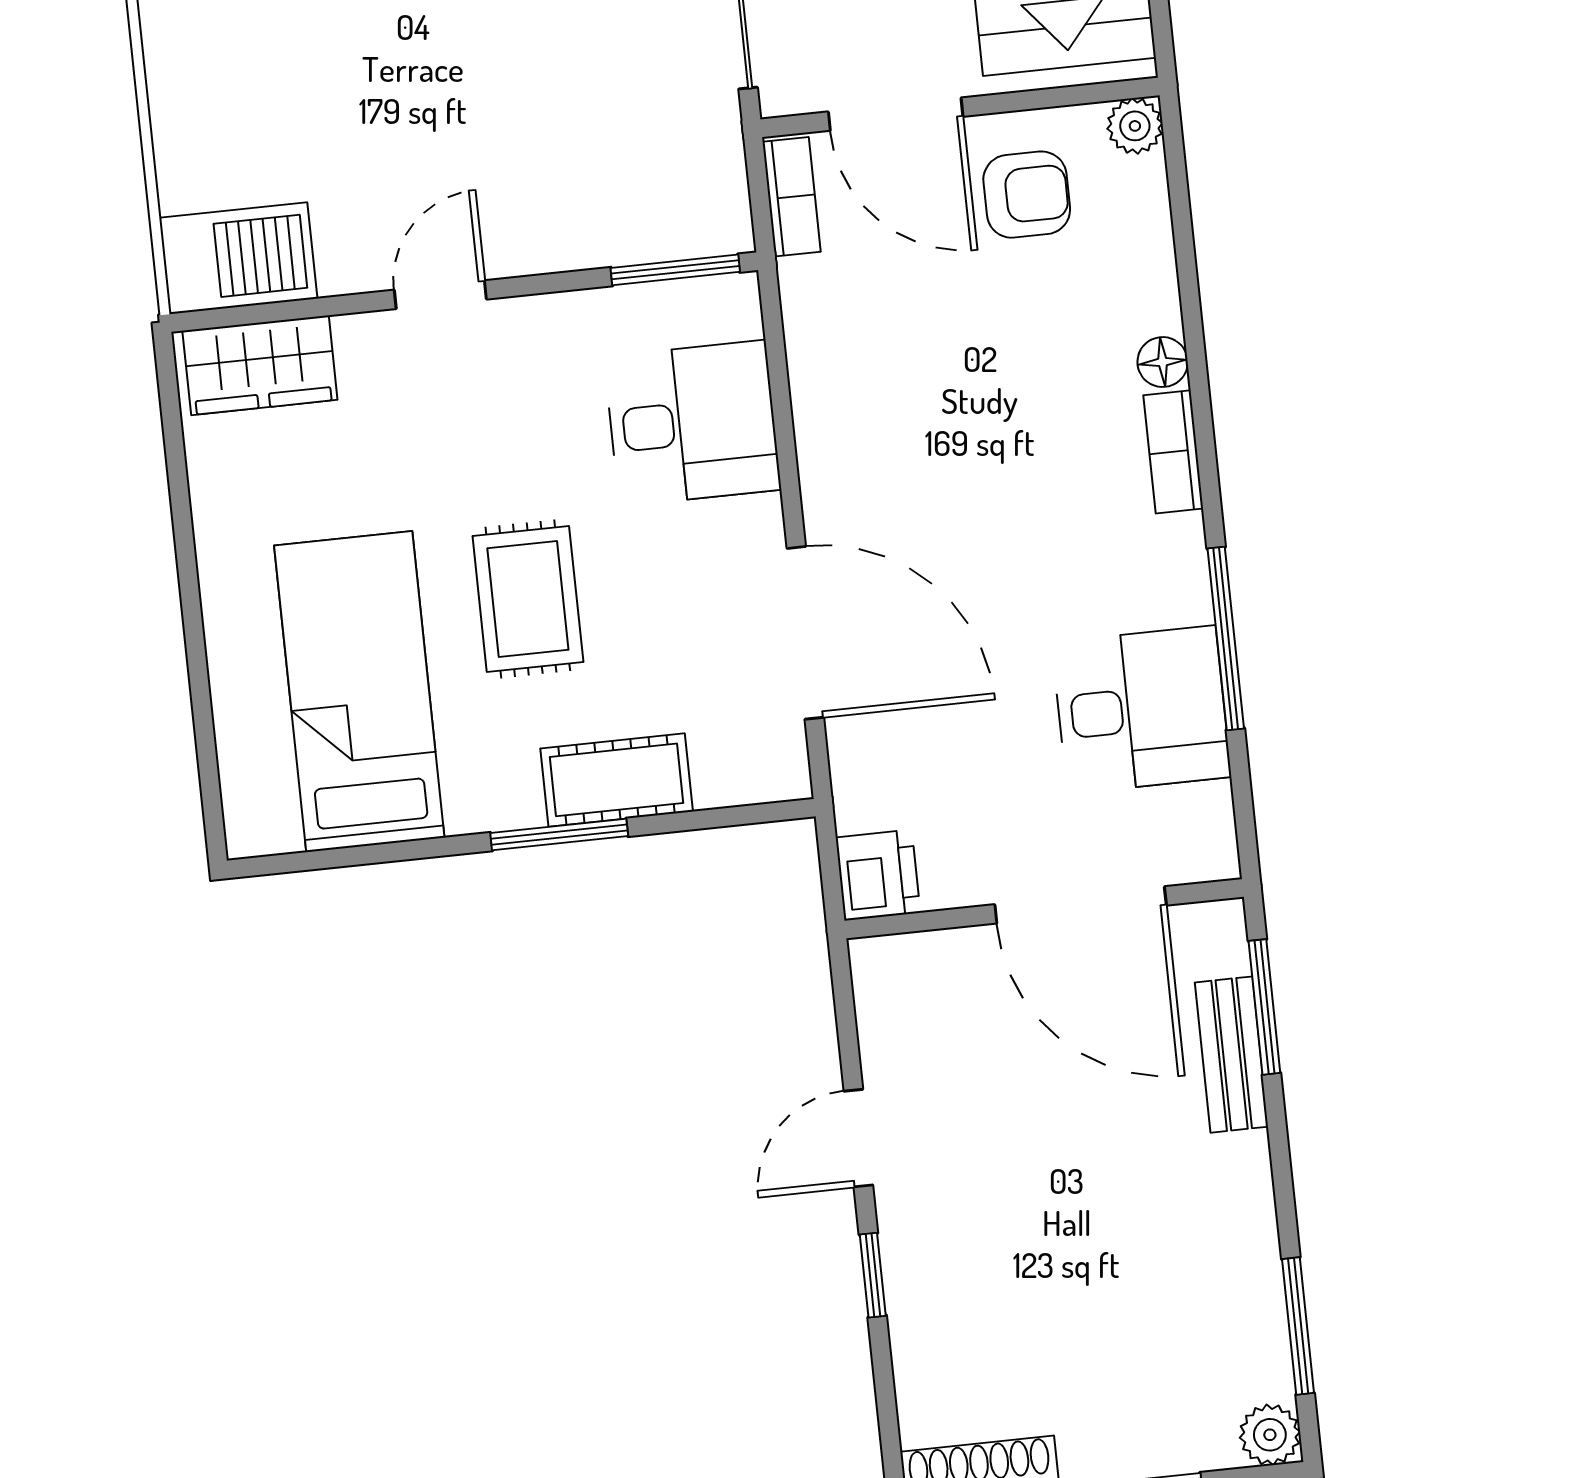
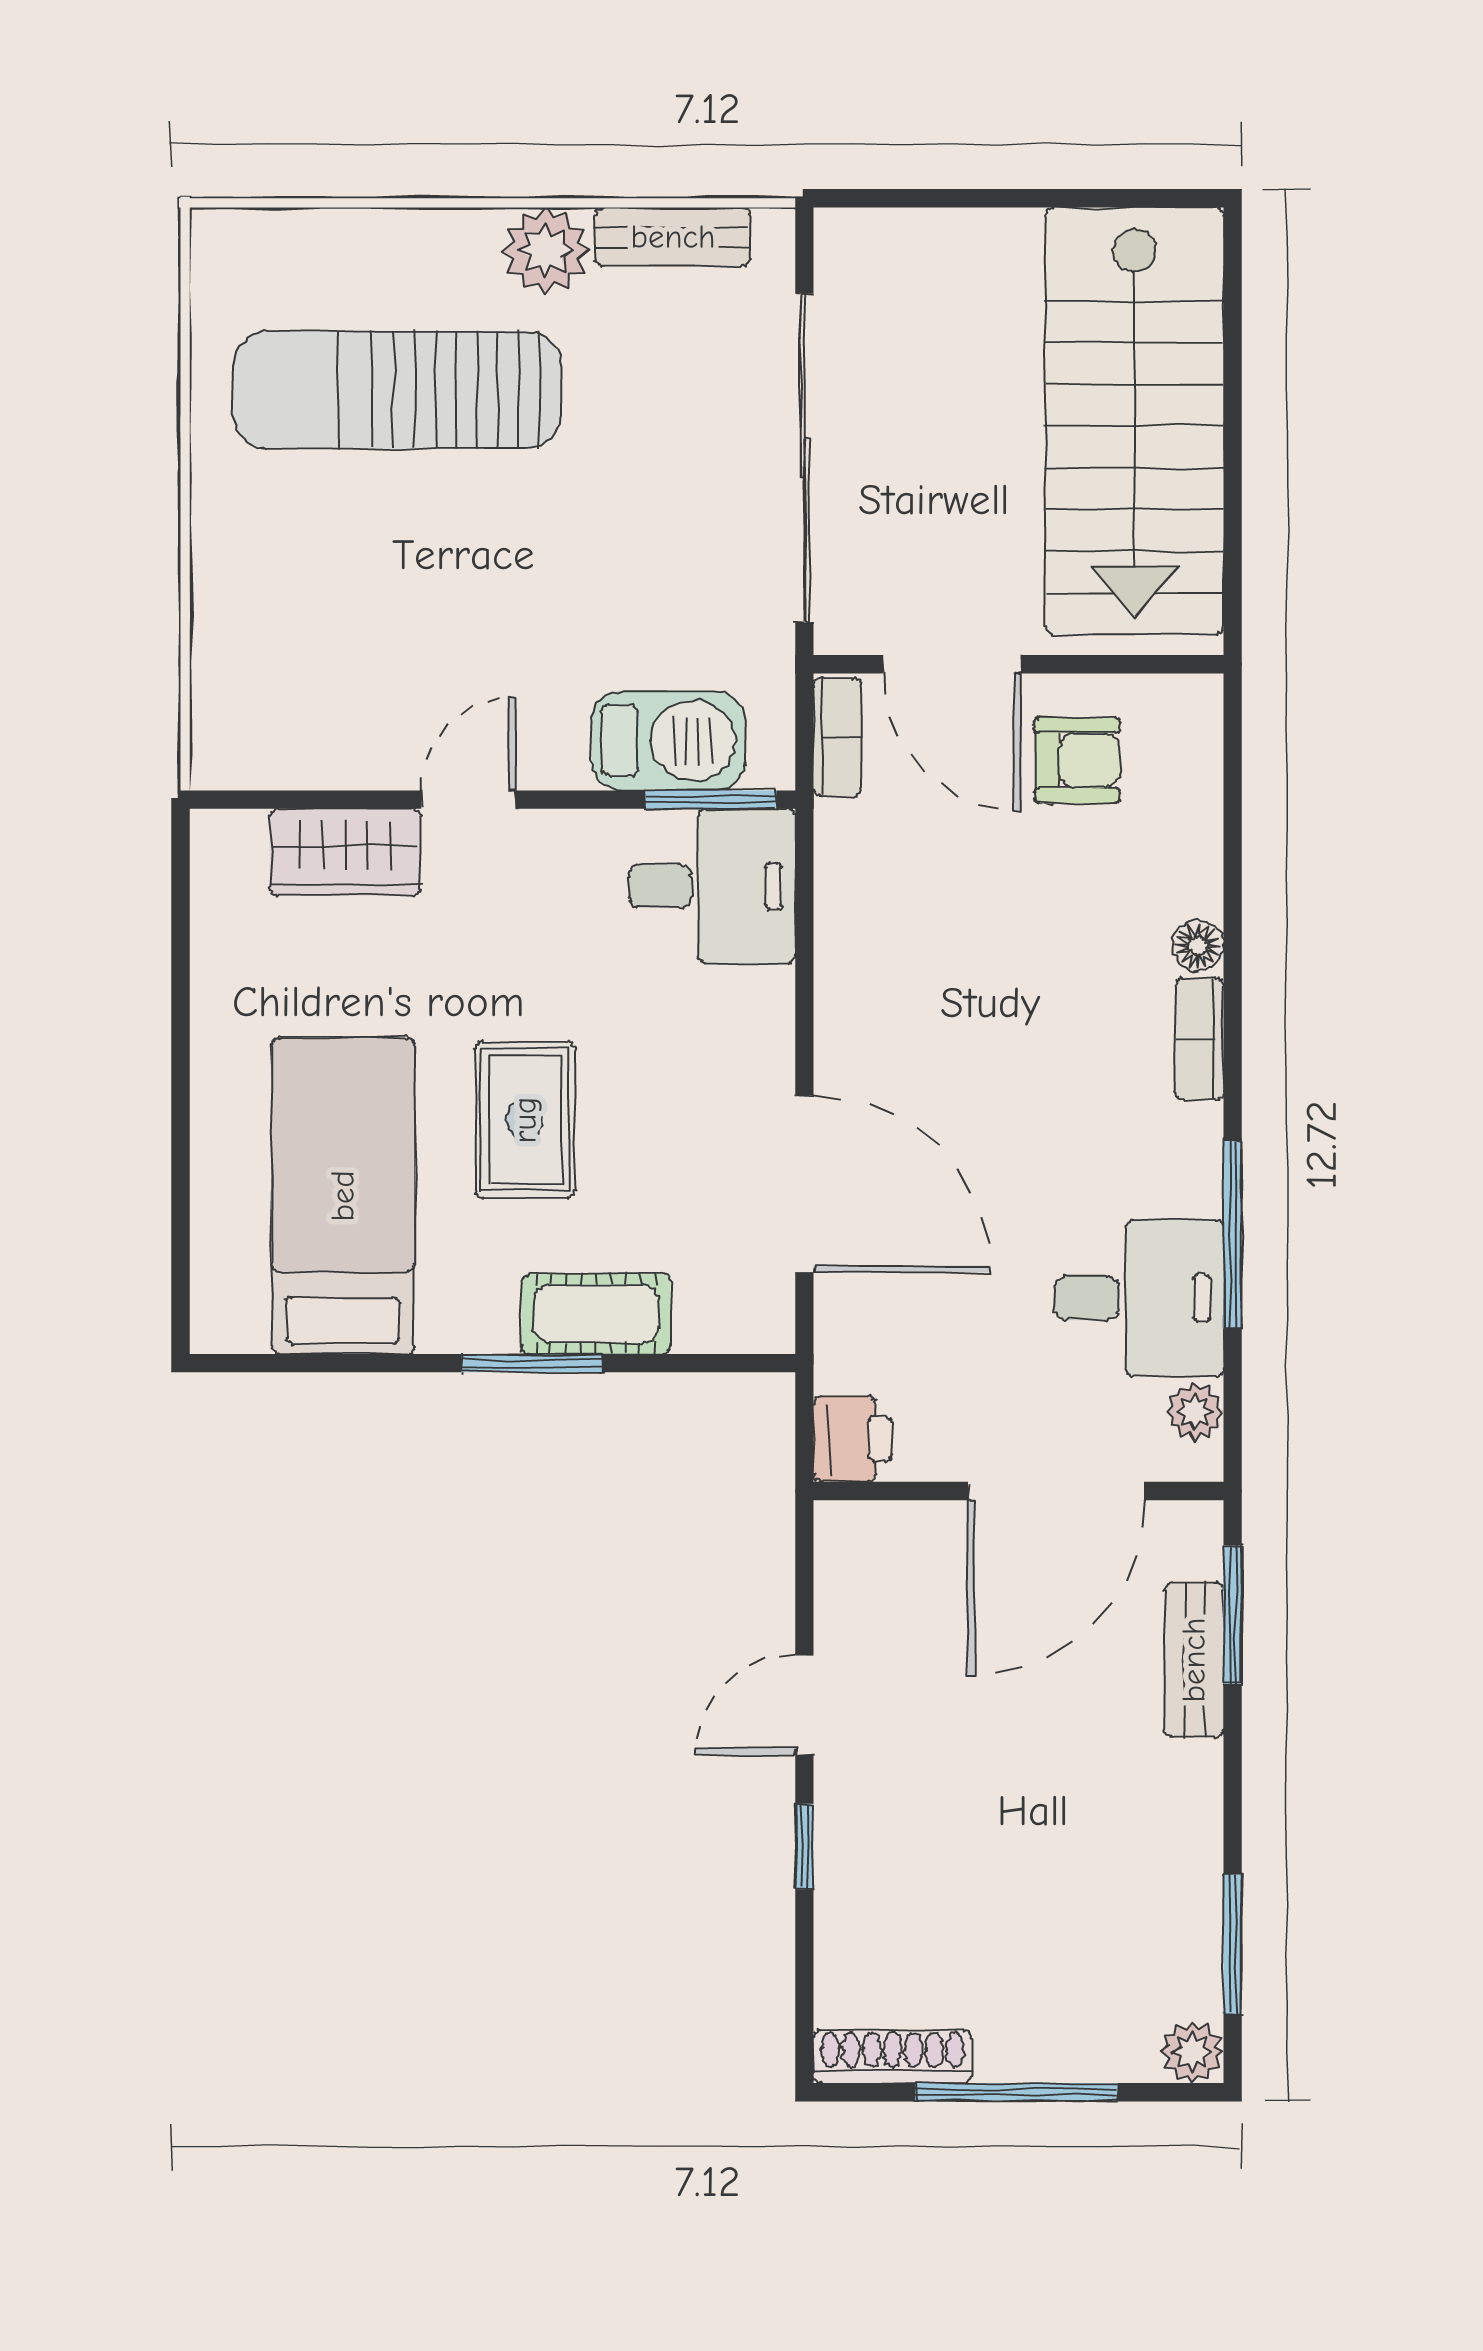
plant: (1135, 126) -> (1195, 1411), moved
barbecue: (238, 258) -> (668, 741), moved
wardrobe: (260, 365) -> (345, 852), moved
desk: (692, 423) -> (712, 886), moved
door: (1081, 905) -> (1056, 1491), hinge flipped

